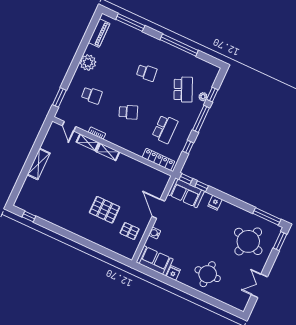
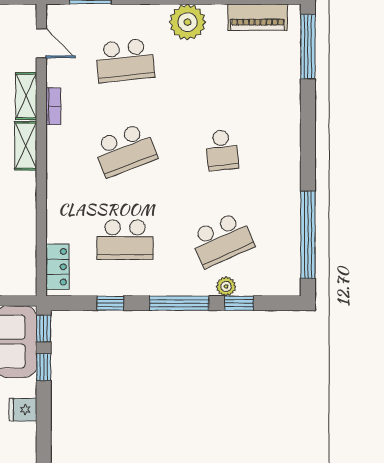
window: (130, 23) -> (308, 47), moved
window: (179, 45) -> (308, 235), moved
school desk: (92, 95) -> (125, 60), width x1.85
school desk: (128, 112) -> (125, 150), width x1.85
door: (69, 126) -> (41, 43), swing flipped
locker: (158, 159) -> (58, 267), width x0.66

